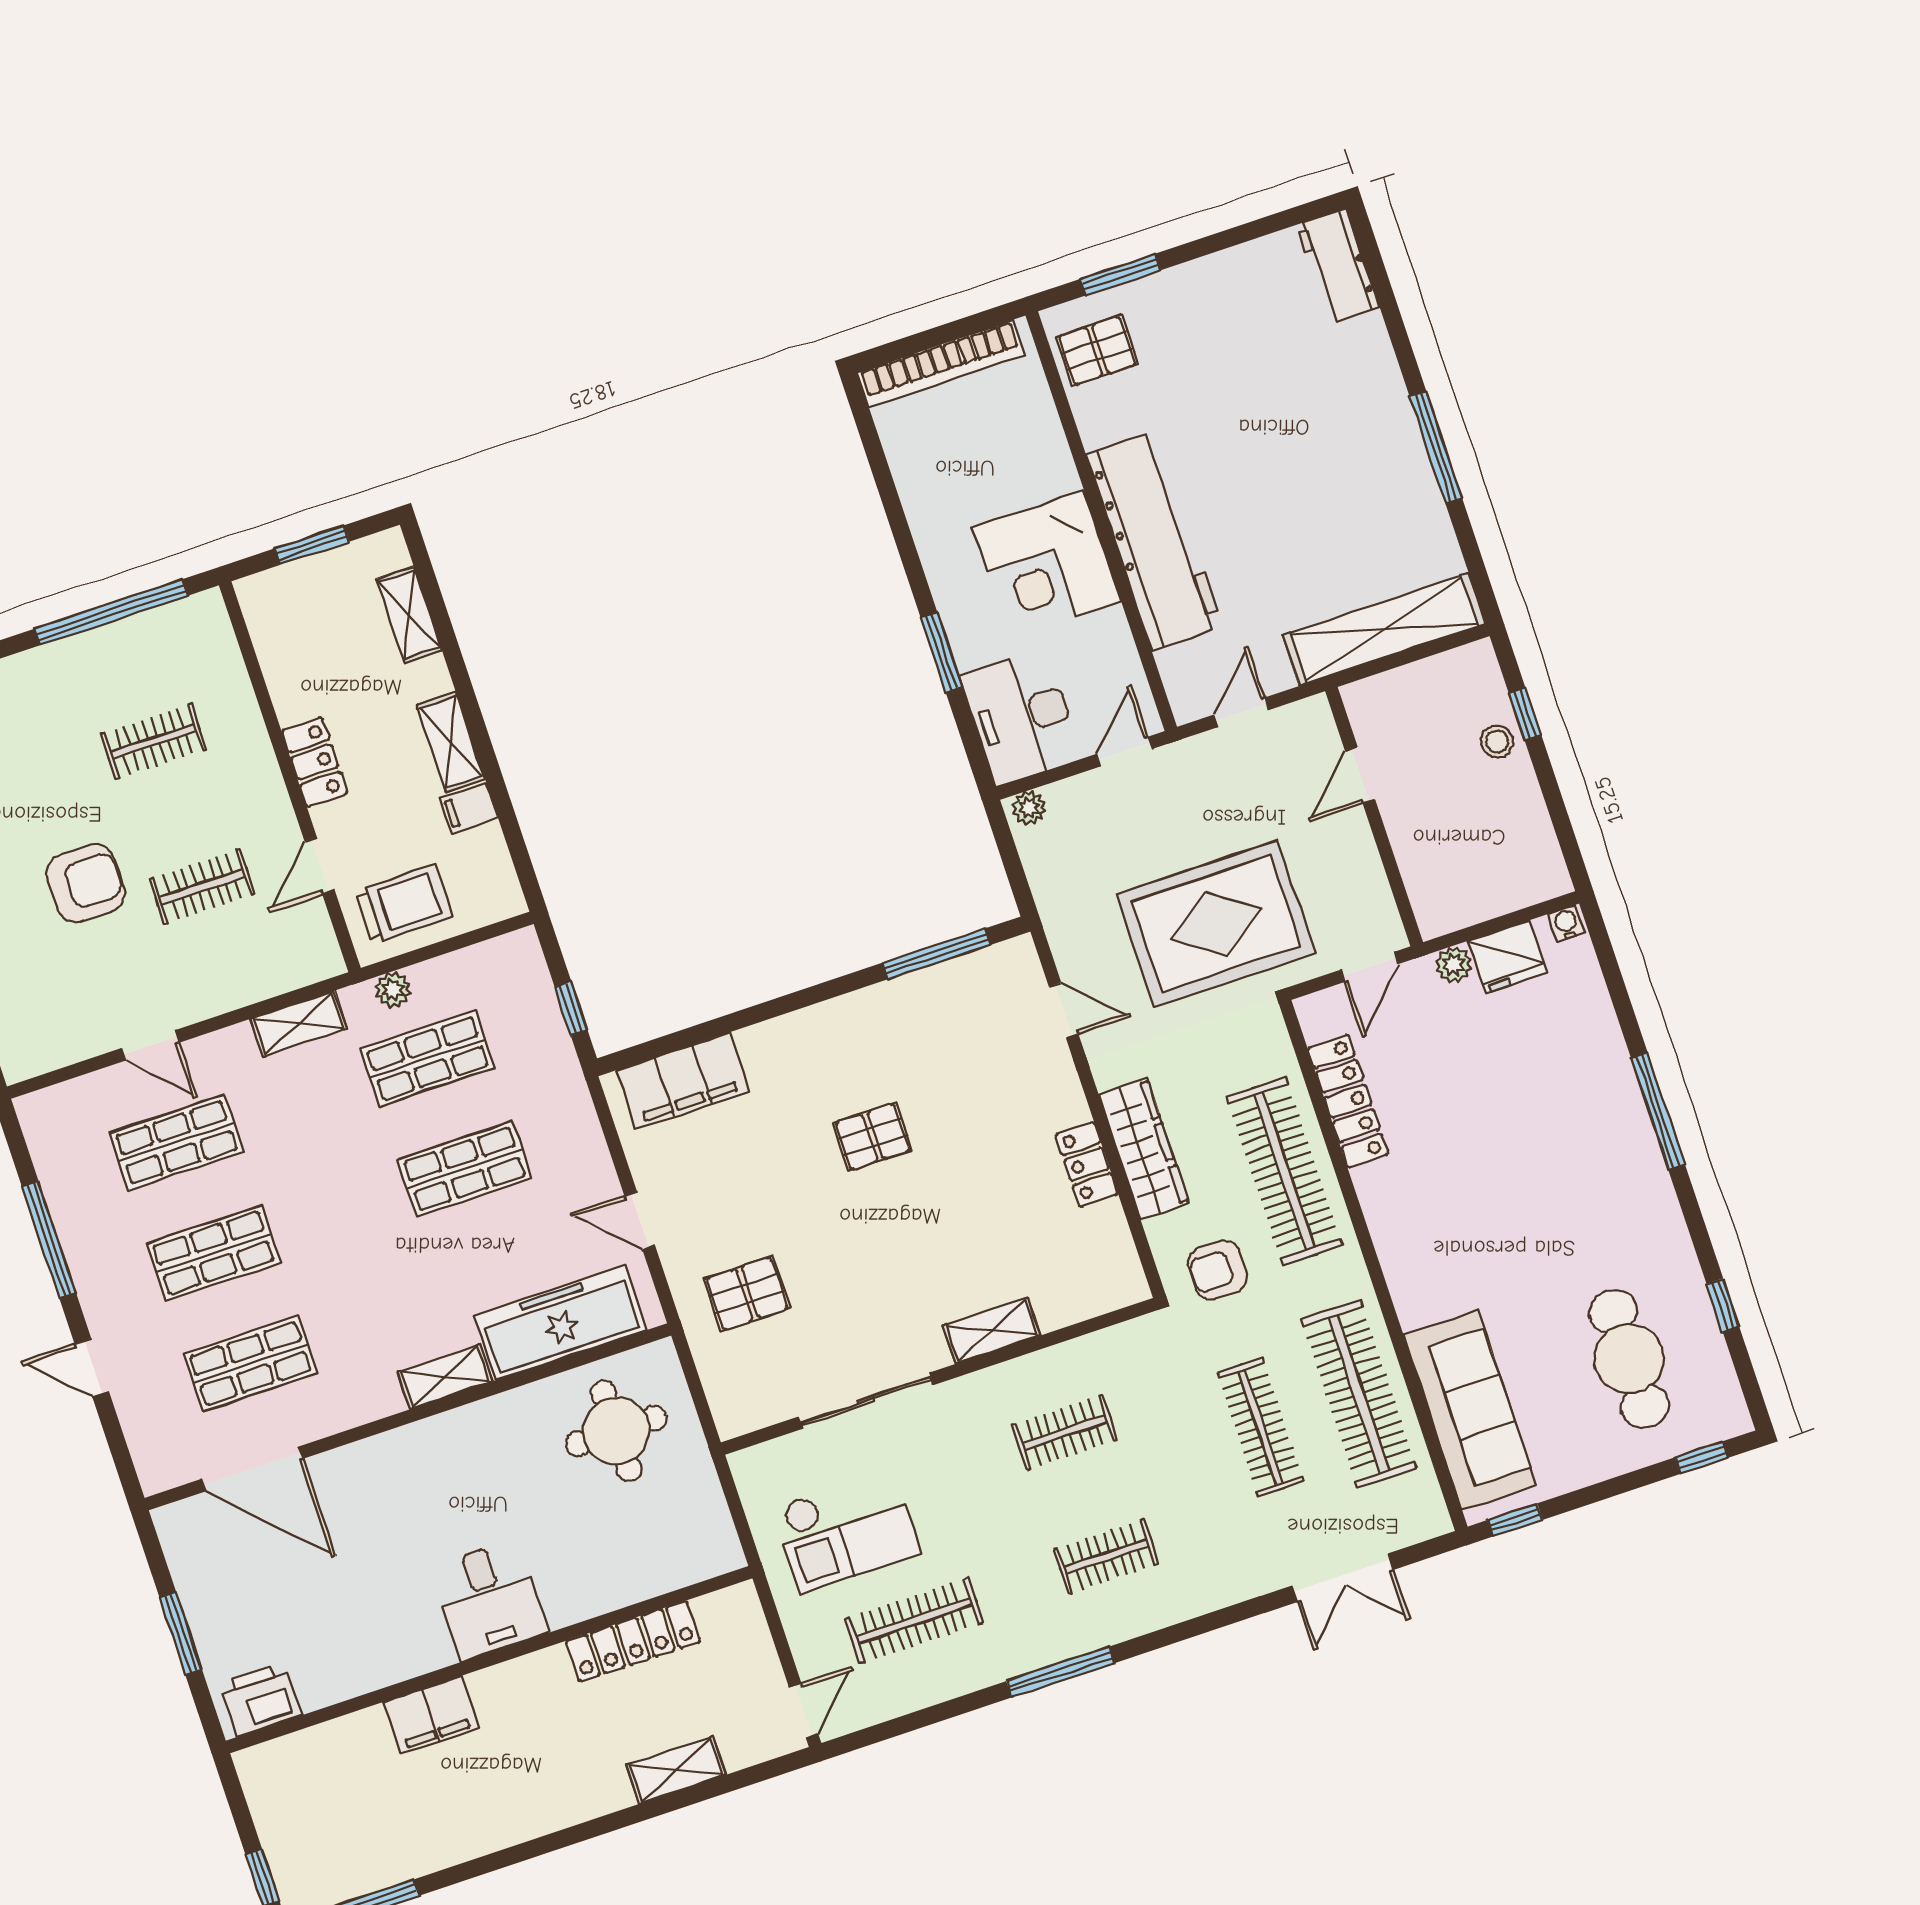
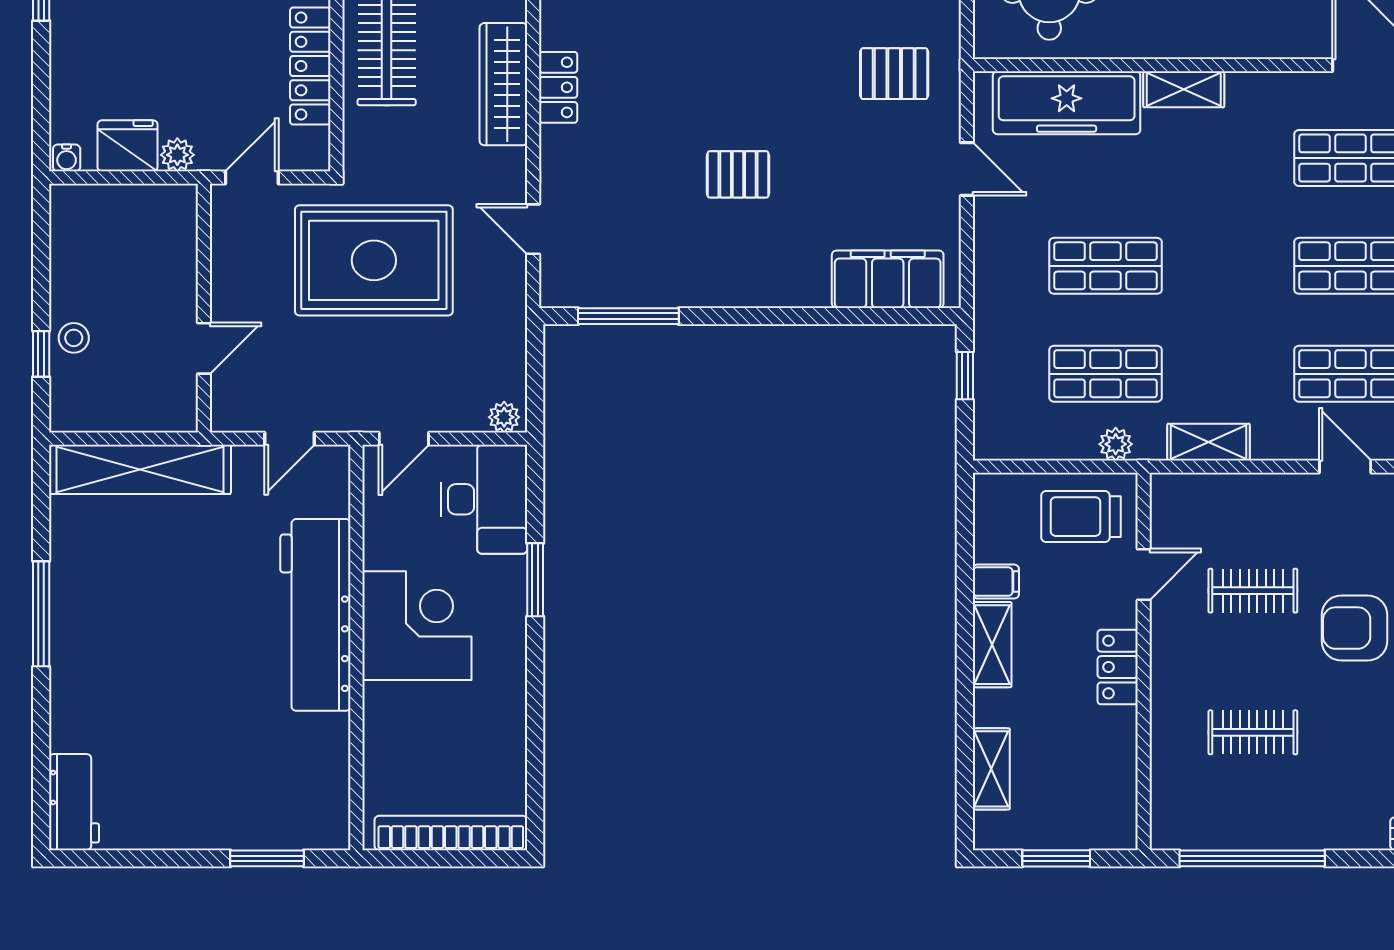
pallet: (1097, 351) -> (310, 798), removed

